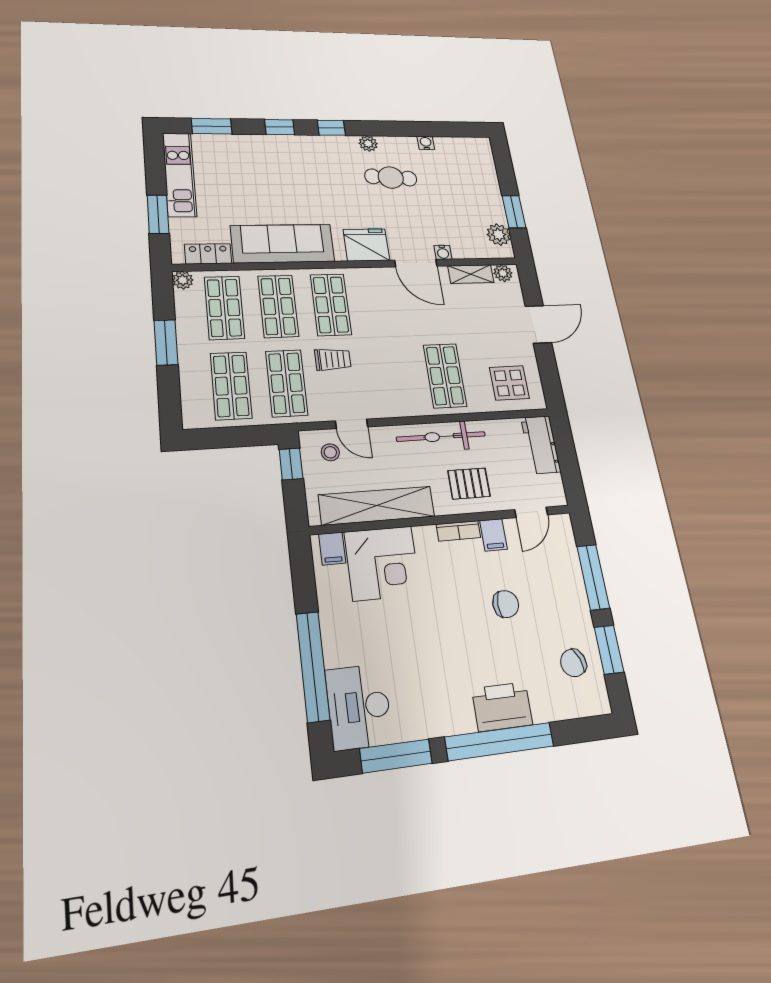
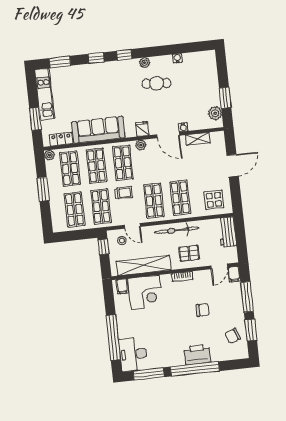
fridge: (366, 245) -> (142, 129), width x0.53, depth x0.75
plant: (503, 273) -> (141, 145), moved
shop shelf: (393, 378) -> (154, 201), added
filing cabinet: (493, 535) -> (234, 274), moved

